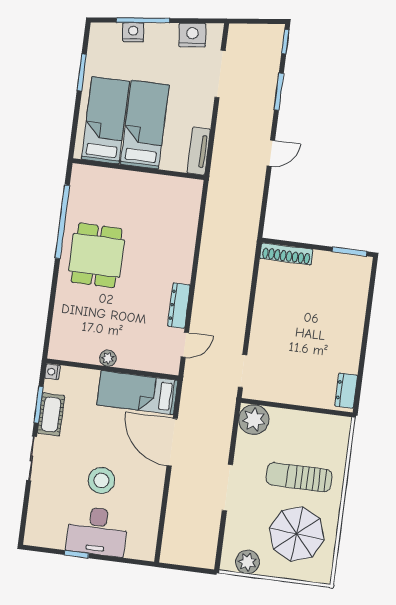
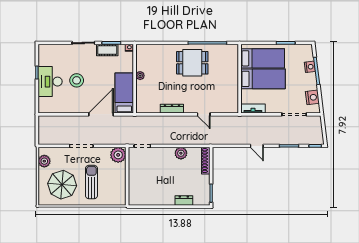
plant: (266, 300) -> (181, 153), added
door: (185, 345) -> (204, 114), moved
dresser: (346, 391) -> (184, 201), moved

